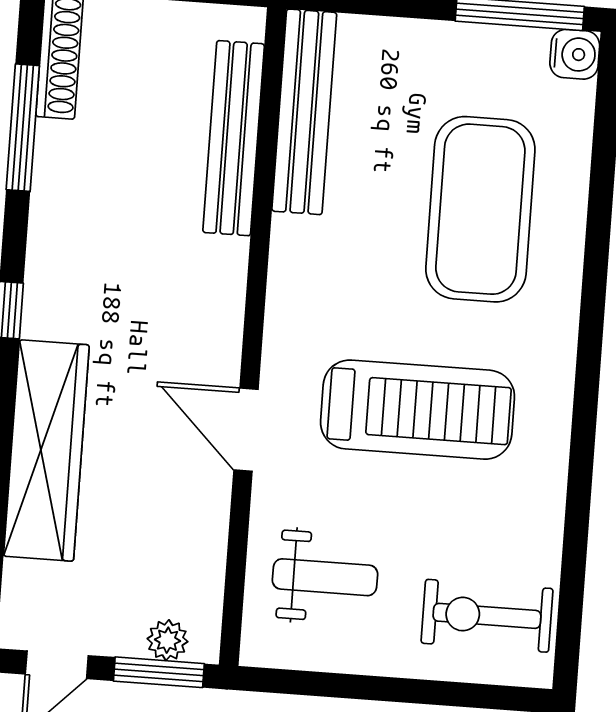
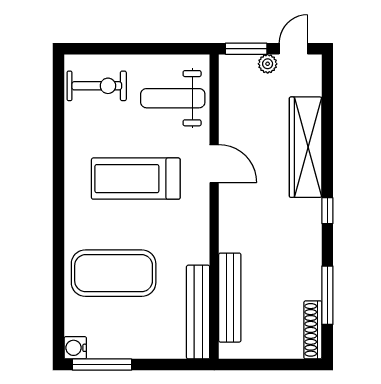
exercise mat: (480, 209) -> (114, 273), turned 90
weight bench: (325, 577) -> (173, 98), width x1.36, depth x1.33
plant: (167, 640) -> (268, 64), moved

